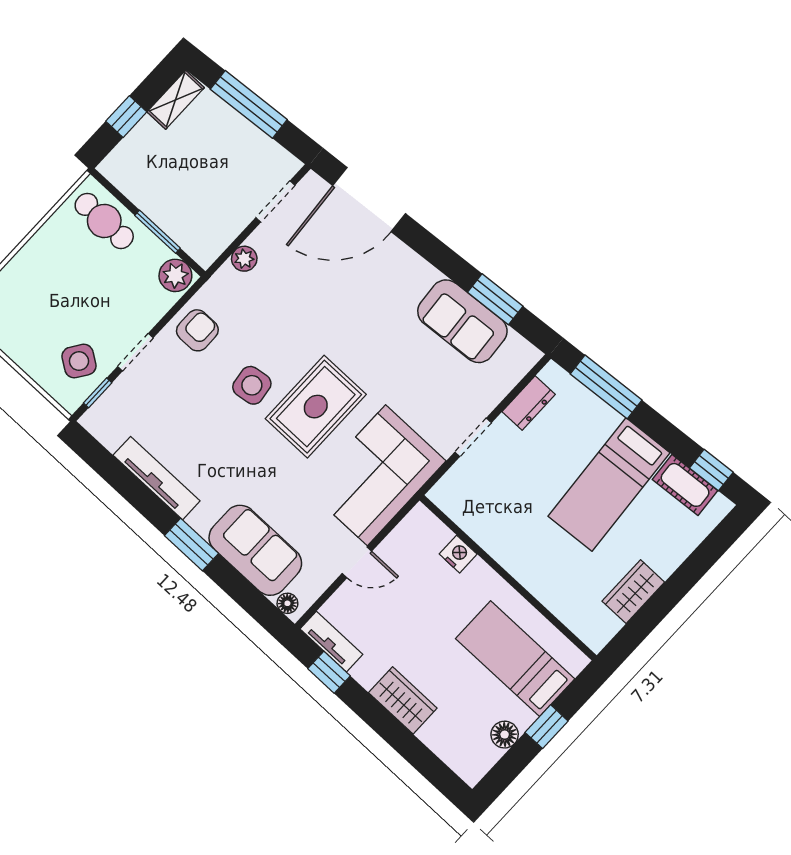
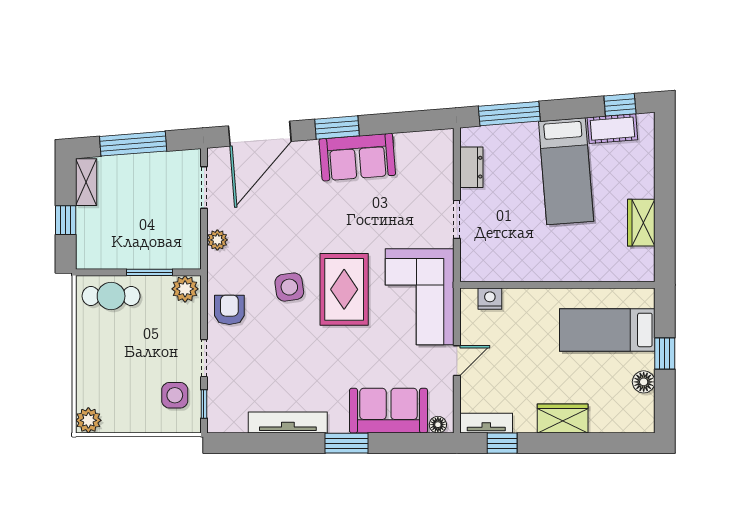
window: (495, 299) -> (337, 127), moved
sofa: (462, 321) -> (357, 157), moved
side table: (79, 361) -> (175, 395), turned -34
side table: (252, 385) -> (289, 287), moved
nightstand: (458, 554) -> (490, 299), moved

